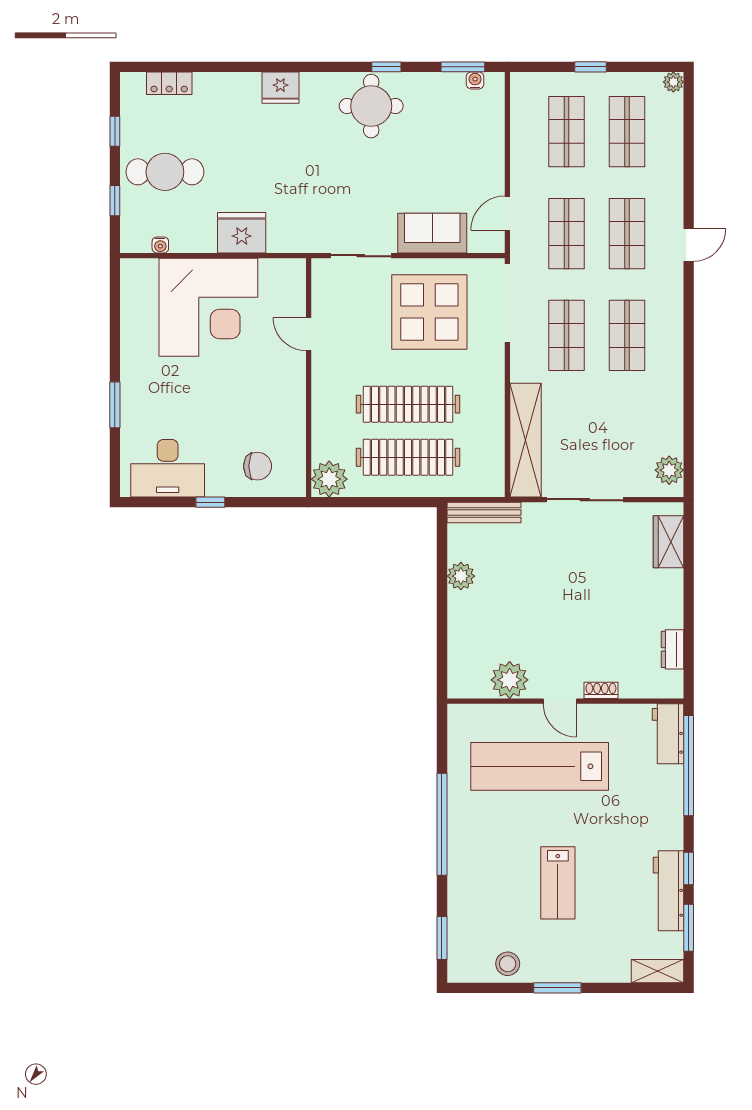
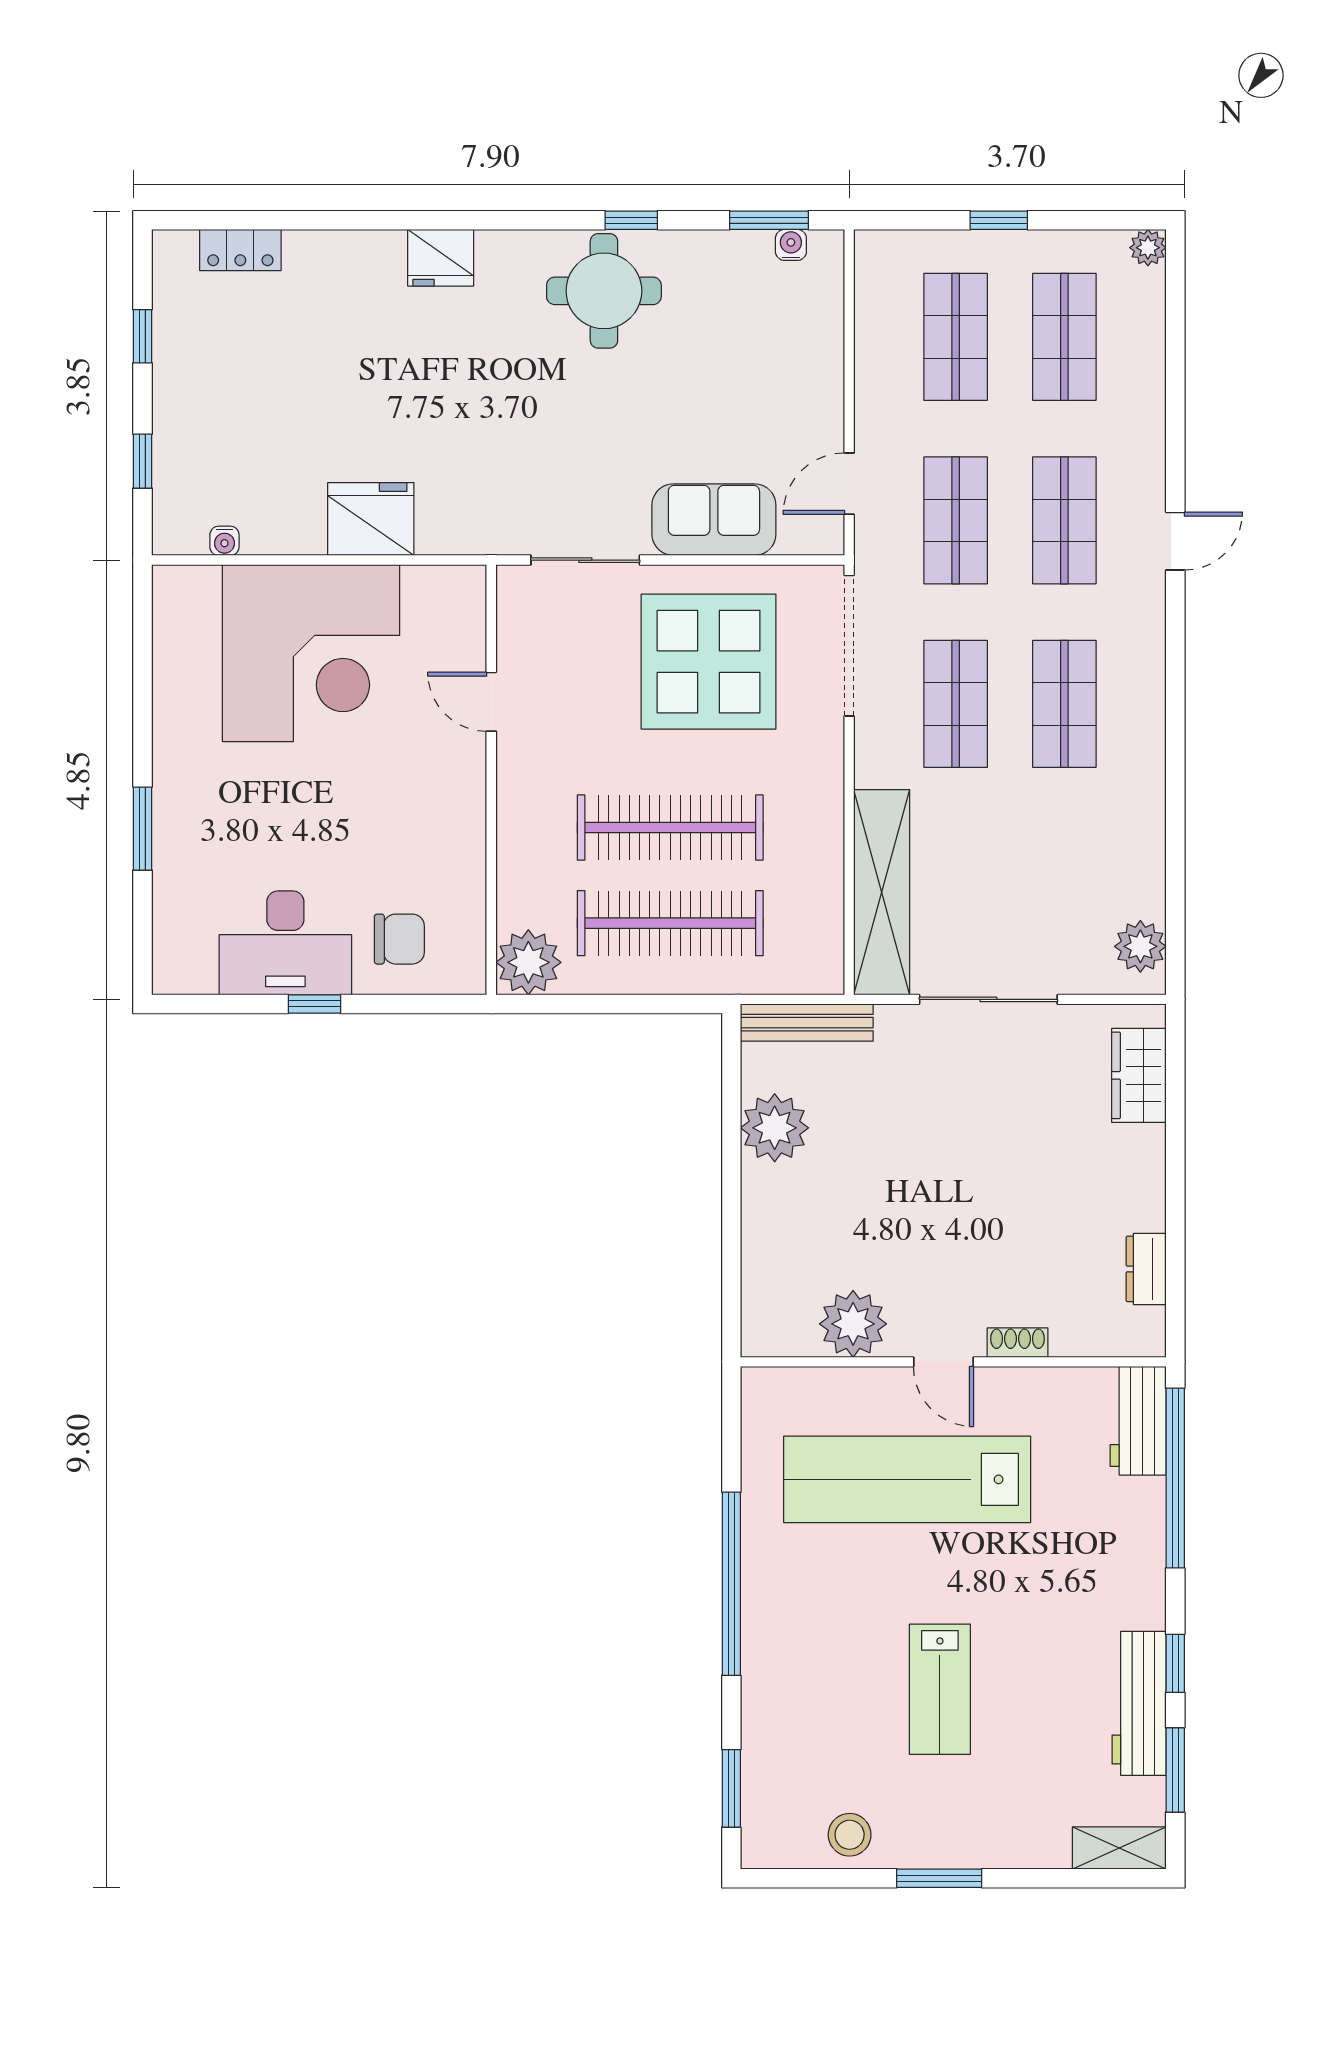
cafe table: (165, 172) -> (233, 409), removed
desk: (168, 468) -> (285, 943), moved
plant: (461, 576) -> (775, 1128), width x1.36, depth x1.36

